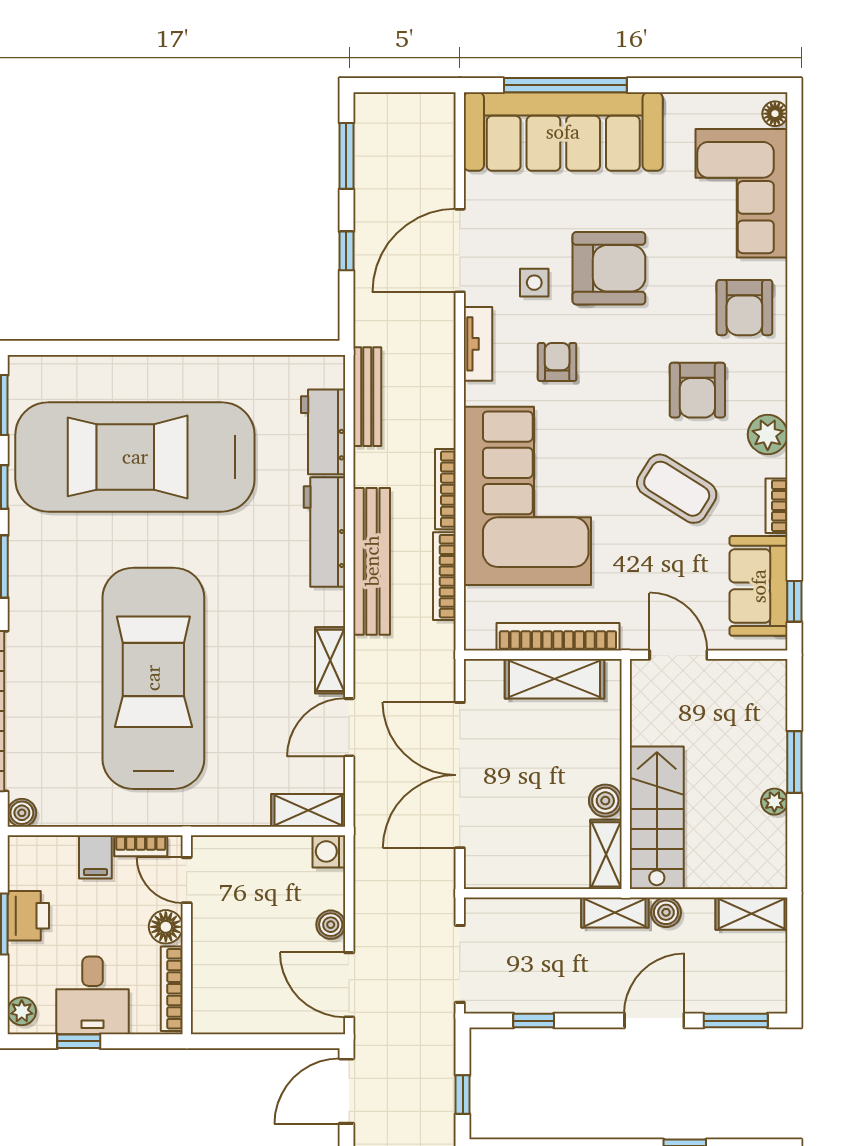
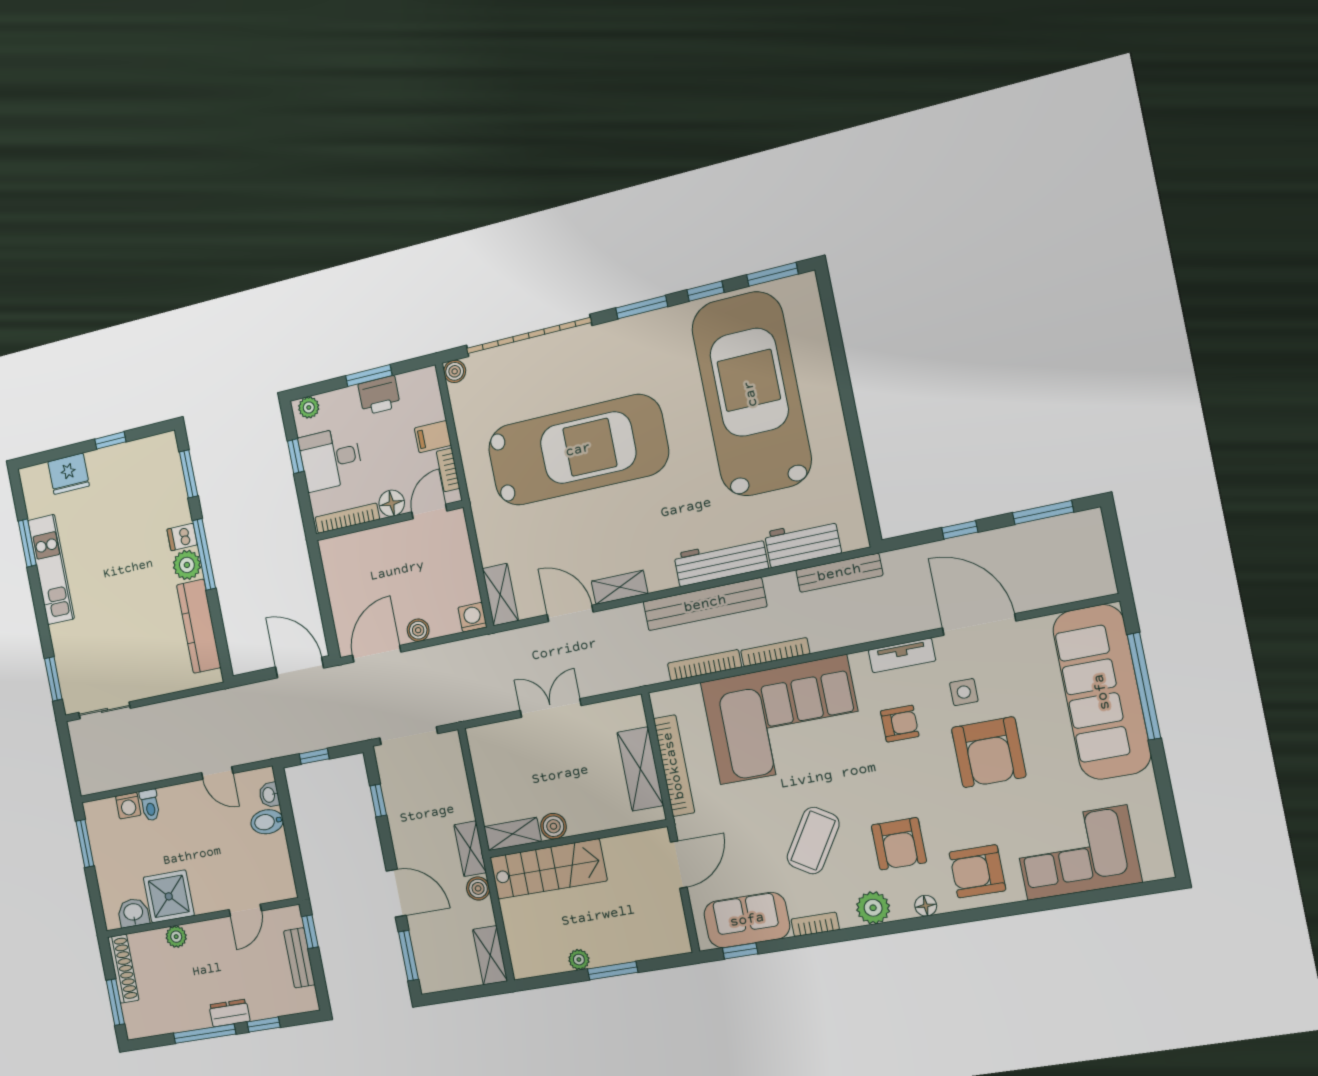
floor lamp: (775, 114) -> (926, 906), moved
armchair: (697, 390) -> (899, 844), turned -90
double door: (460, 775) -> (551, 708), width x0.54

